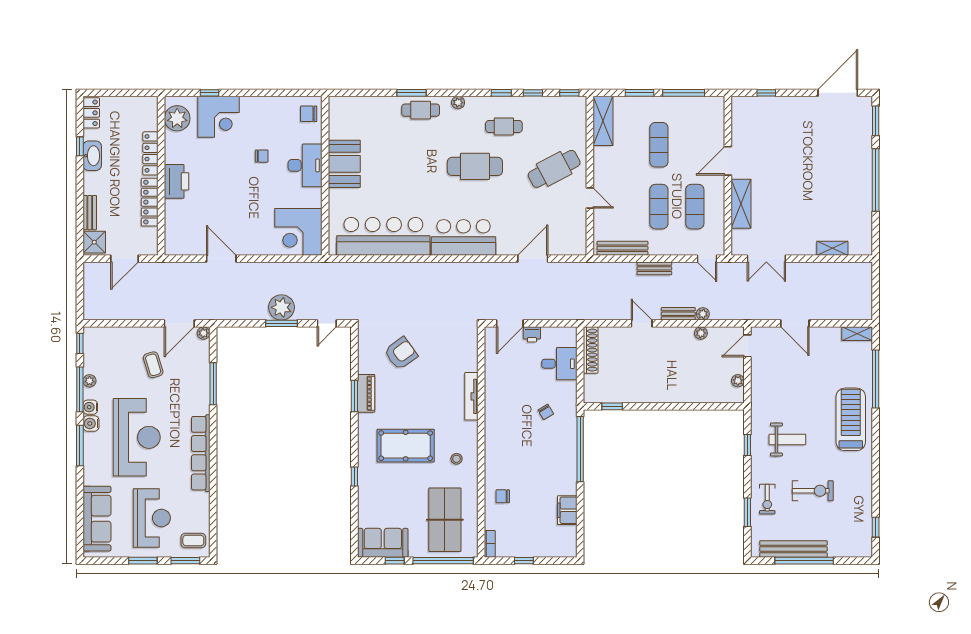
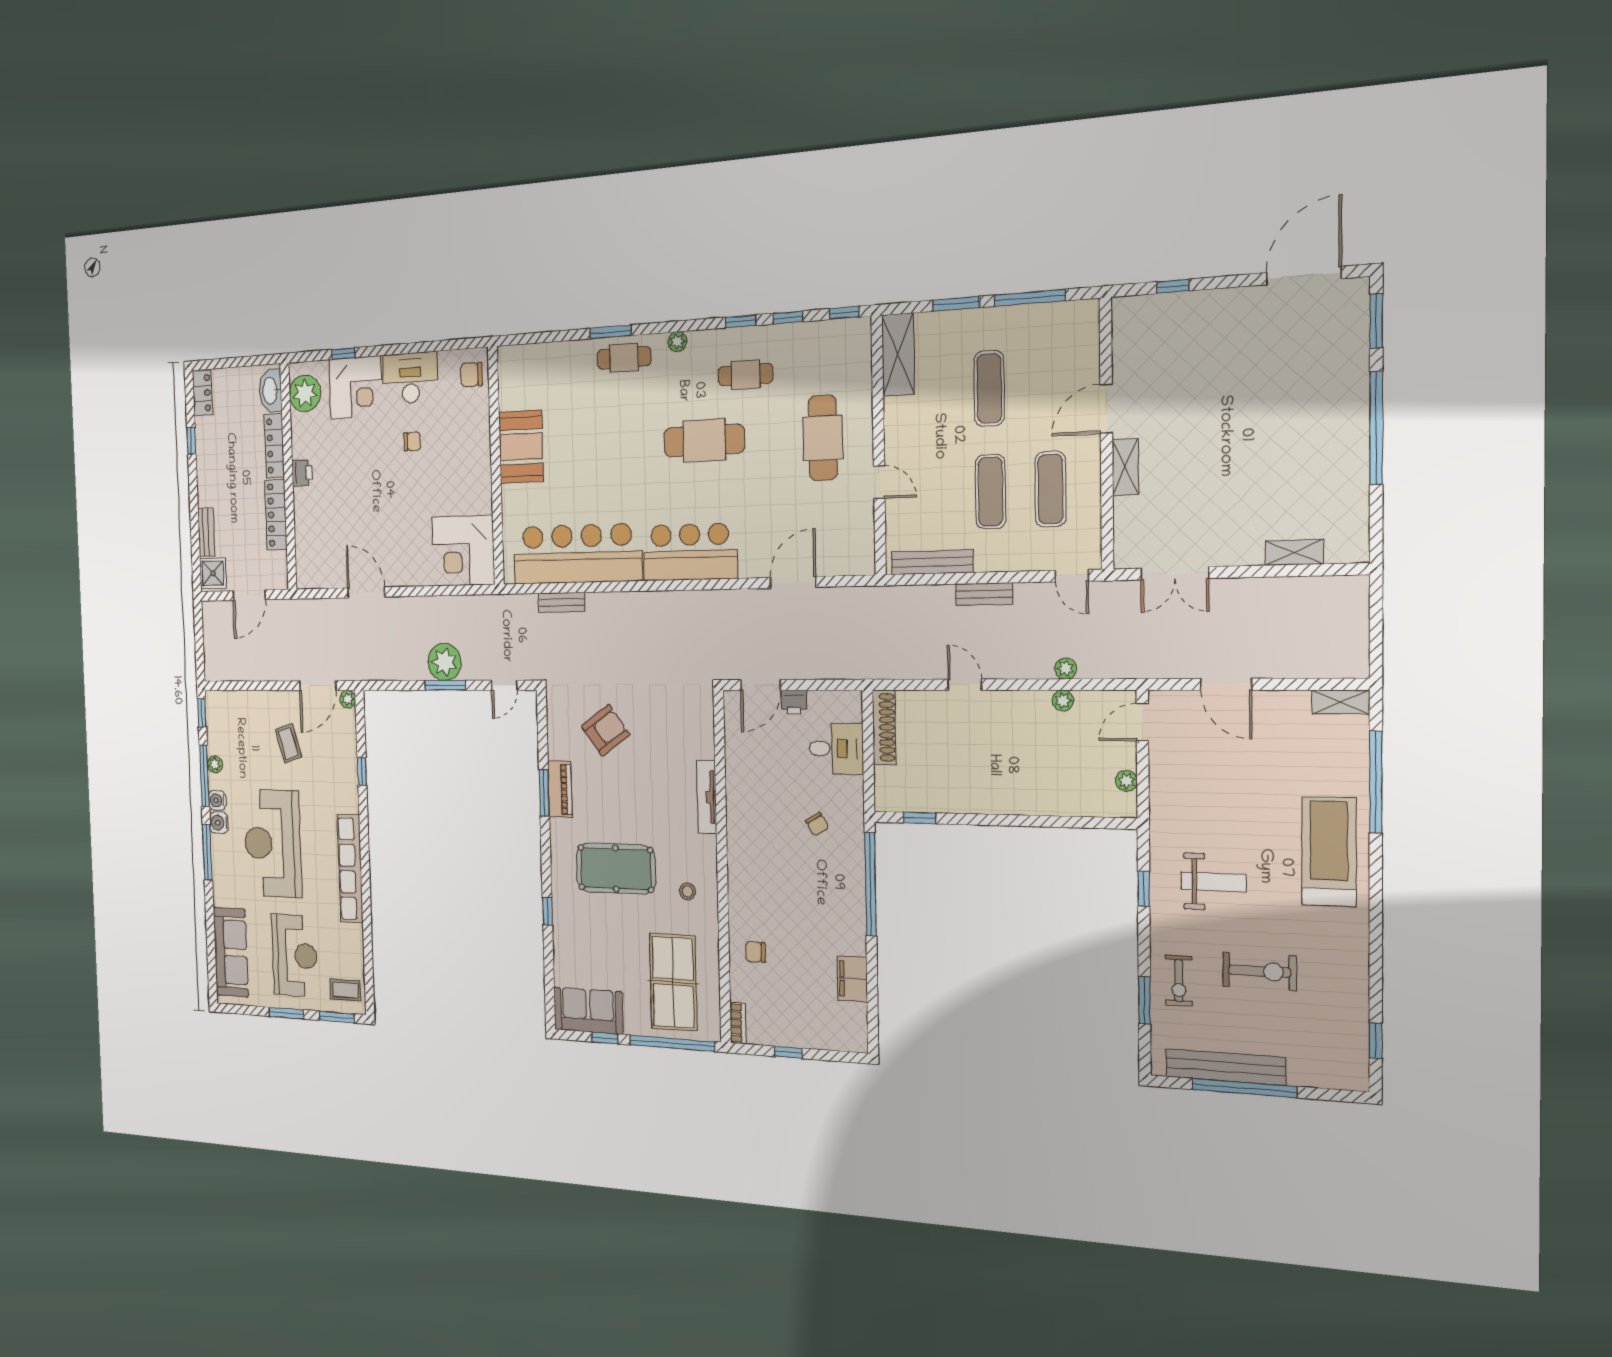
washbasin: (92, 156) -> (270, 391), moved, turned 180
desk: (305, 165) -> (410, 378), moved, turned -90
cafe table: (554, 169) -> (823, 438), turned -62
printer: (177, 181) -> (302, 473), width x0.53, depth x0.68
shelving: (741, 204) -> (1125, 467), width x0.67, depth x0.75
bench: (678, 314) -> (562, 602), moved
window: (213, 384) -> (362, 771), width x0.46
reception desk: (137, 437) -> (273, 843), turned 180

